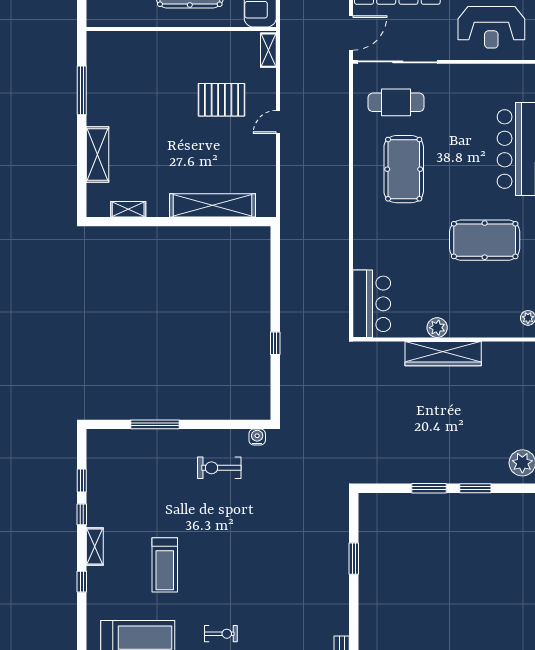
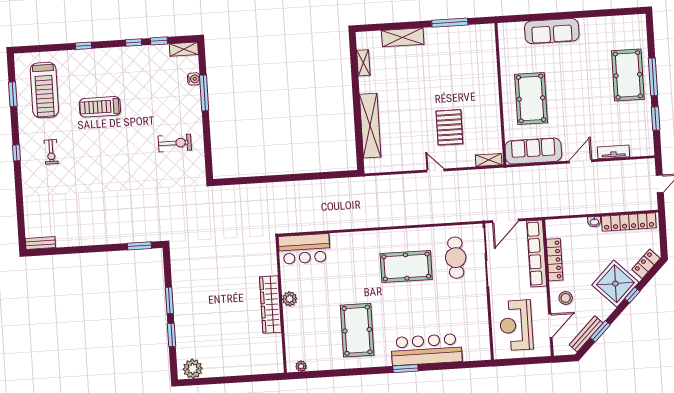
door: (351, 33) -> (505, 221), hinge flipped
window: (275, 343) -> (270, 179), removed
water cooler: (257, 437) -> (194, 79), moved
exercise bike: (219, 468) -> (175, 143), turned 90
shelving: (95, 547) -> (184, 49), moved
window: (354, 559) -> (139, 246), moved

